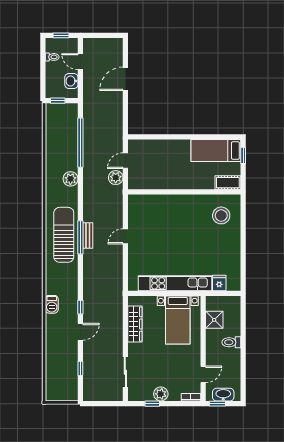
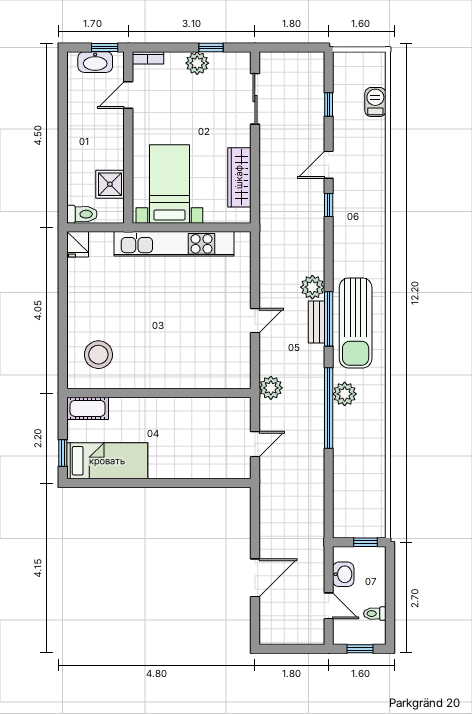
window: (80, 143) -> (329, 408), moved
plant: (116, 178) -> (271, 388), moved
plant: (70, 179) -> (345, 394), moved
plant: (90, 257) -> (312, 287), added
fridge: (219, 283) -> (78, 244), moved
barbecue: (52, 304) -> (375, 102), moved
toilet: (231, 342) -> (82, 214), moved

